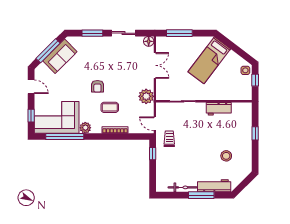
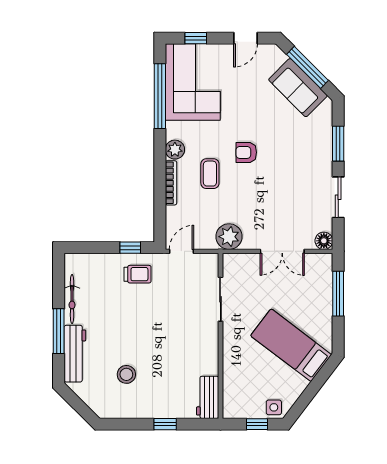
workbench: (219, 109) -> (208, 397), moved
plant: (85, 128) -> (175, 150), moved
trolley: (169, 139) -> (138, 274), moved

